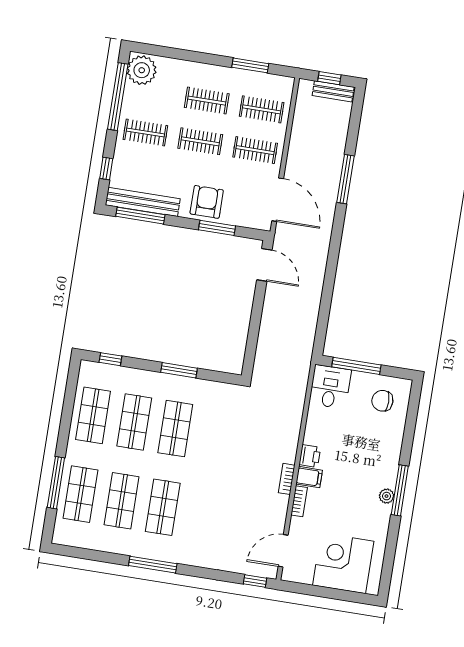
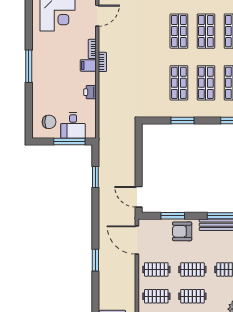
window: (346, 179) -> (95, 260), width x0.69
armchair: (207, 202) -> (182, 231), turned 90
window: (325, 306) -> (95, 177), added
desk: (330, 387) -> (73, 125), moved
printer: (310, 456) -> (90, 92), moved
plant: (387, 496) -> (37, 61), removed

